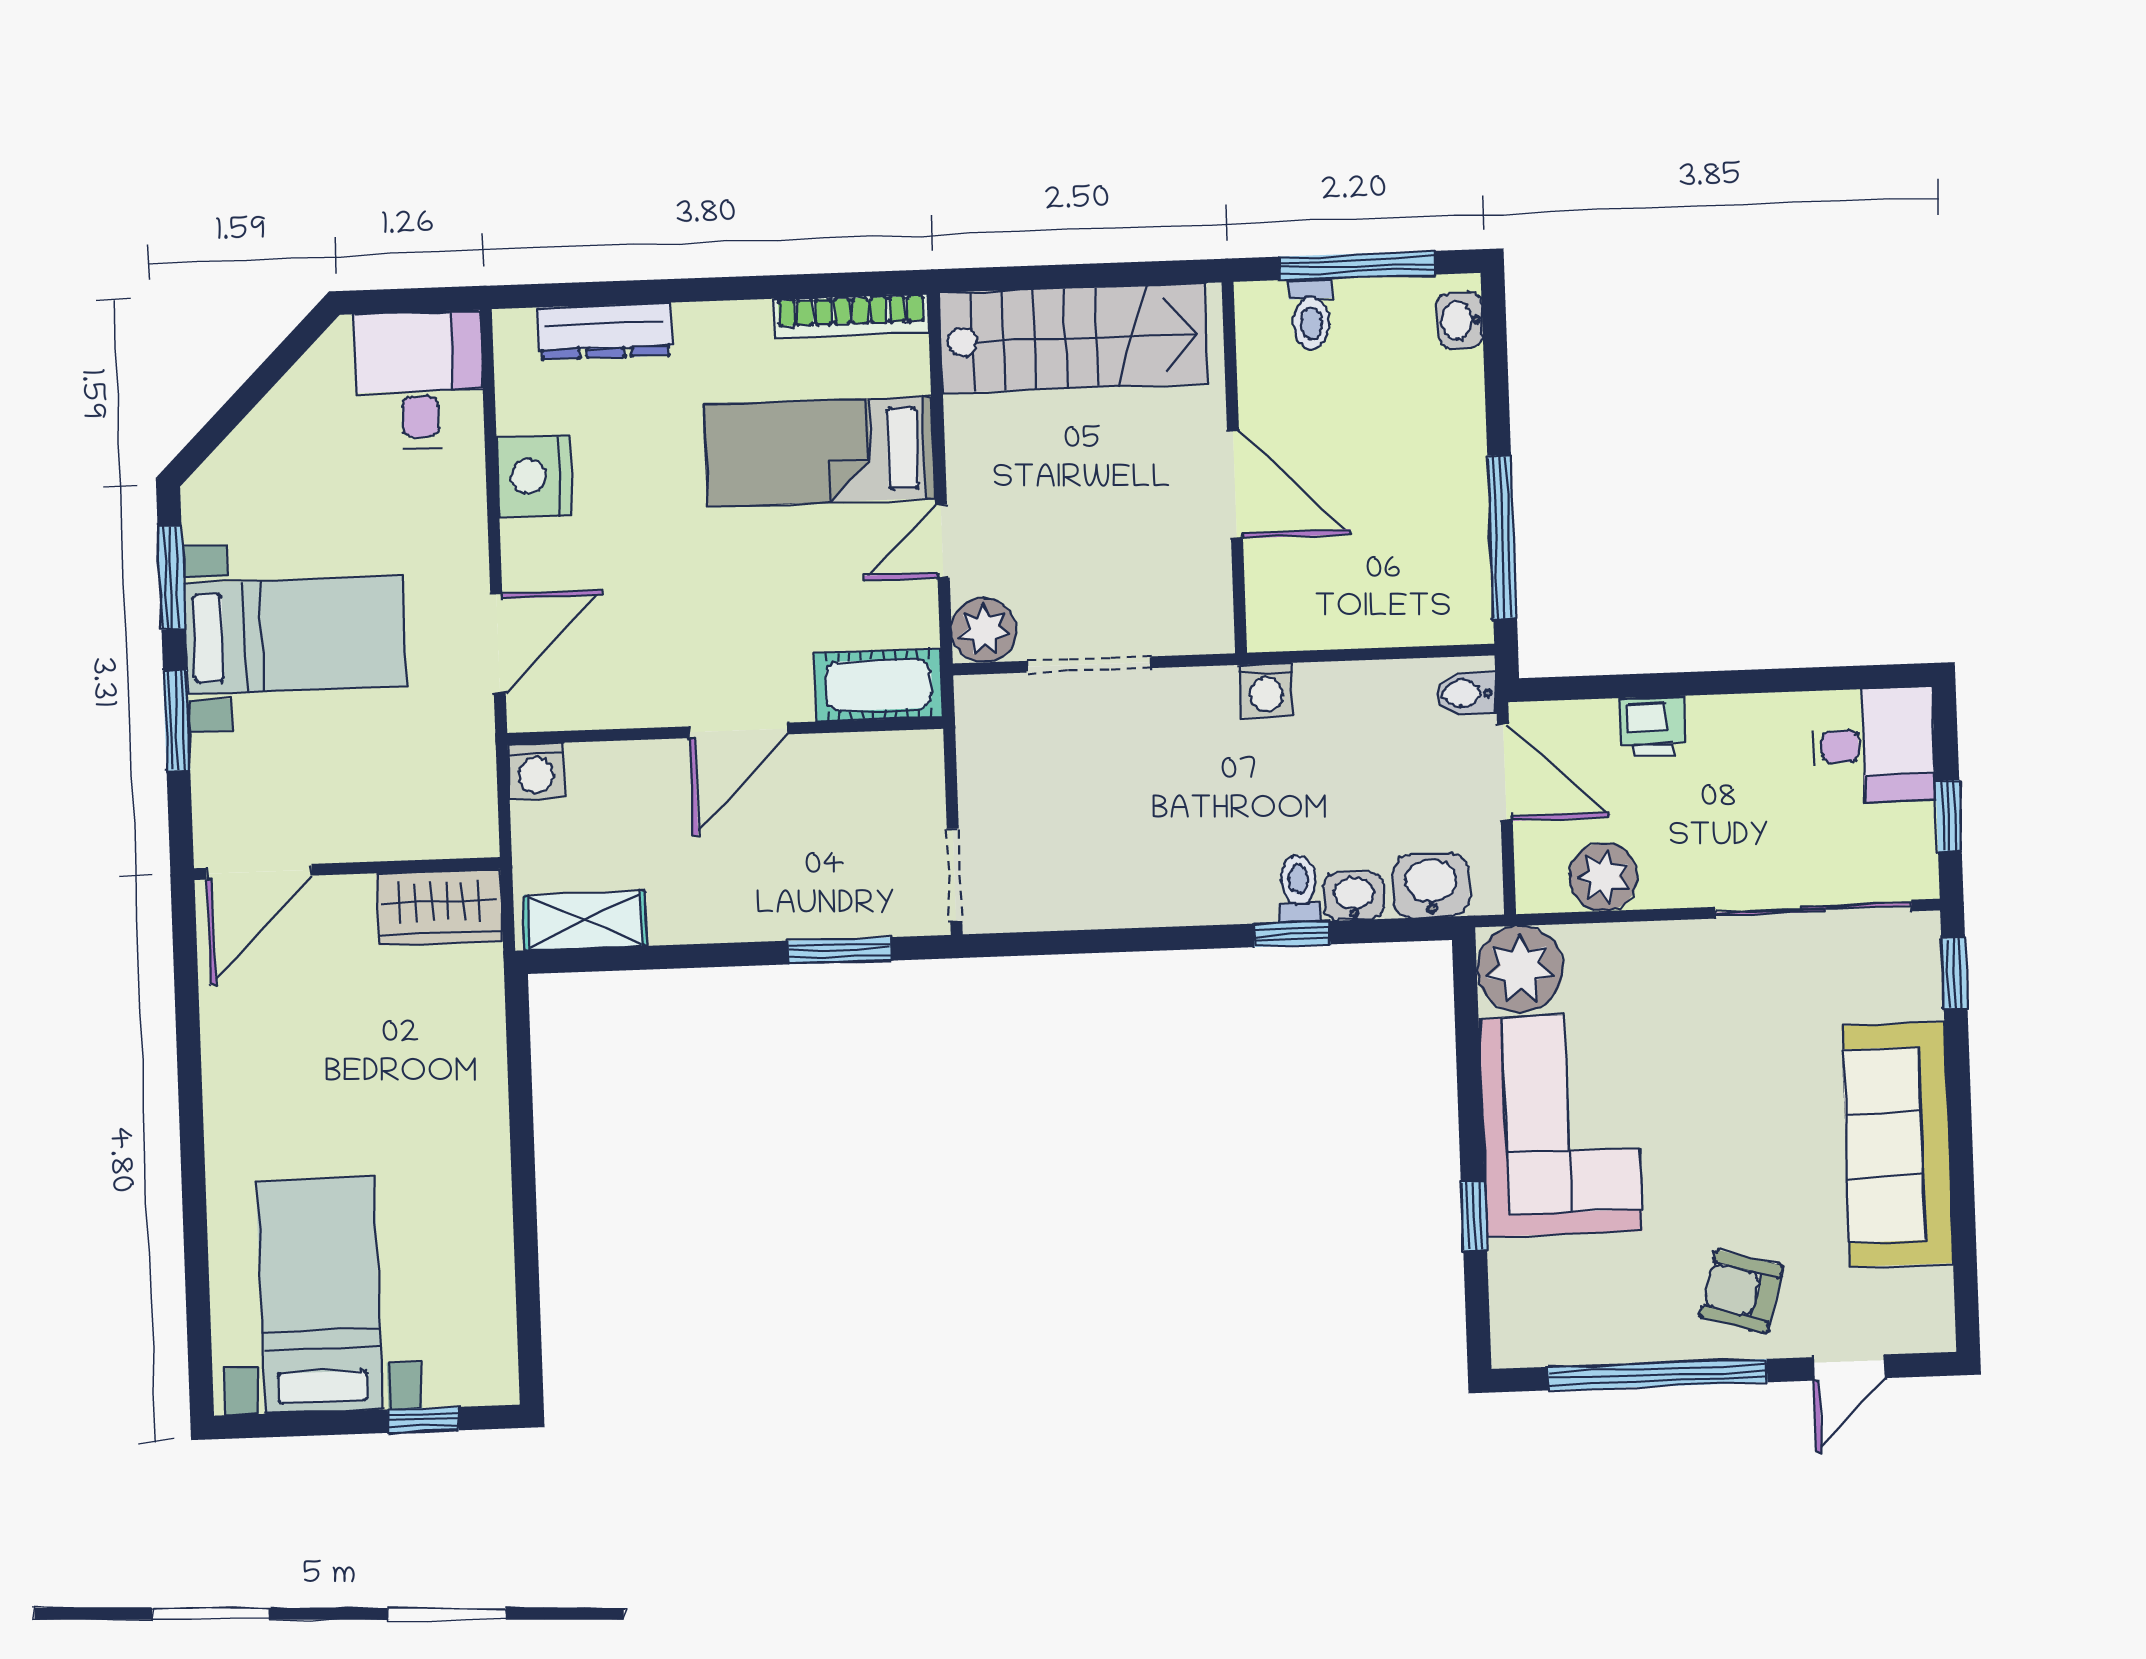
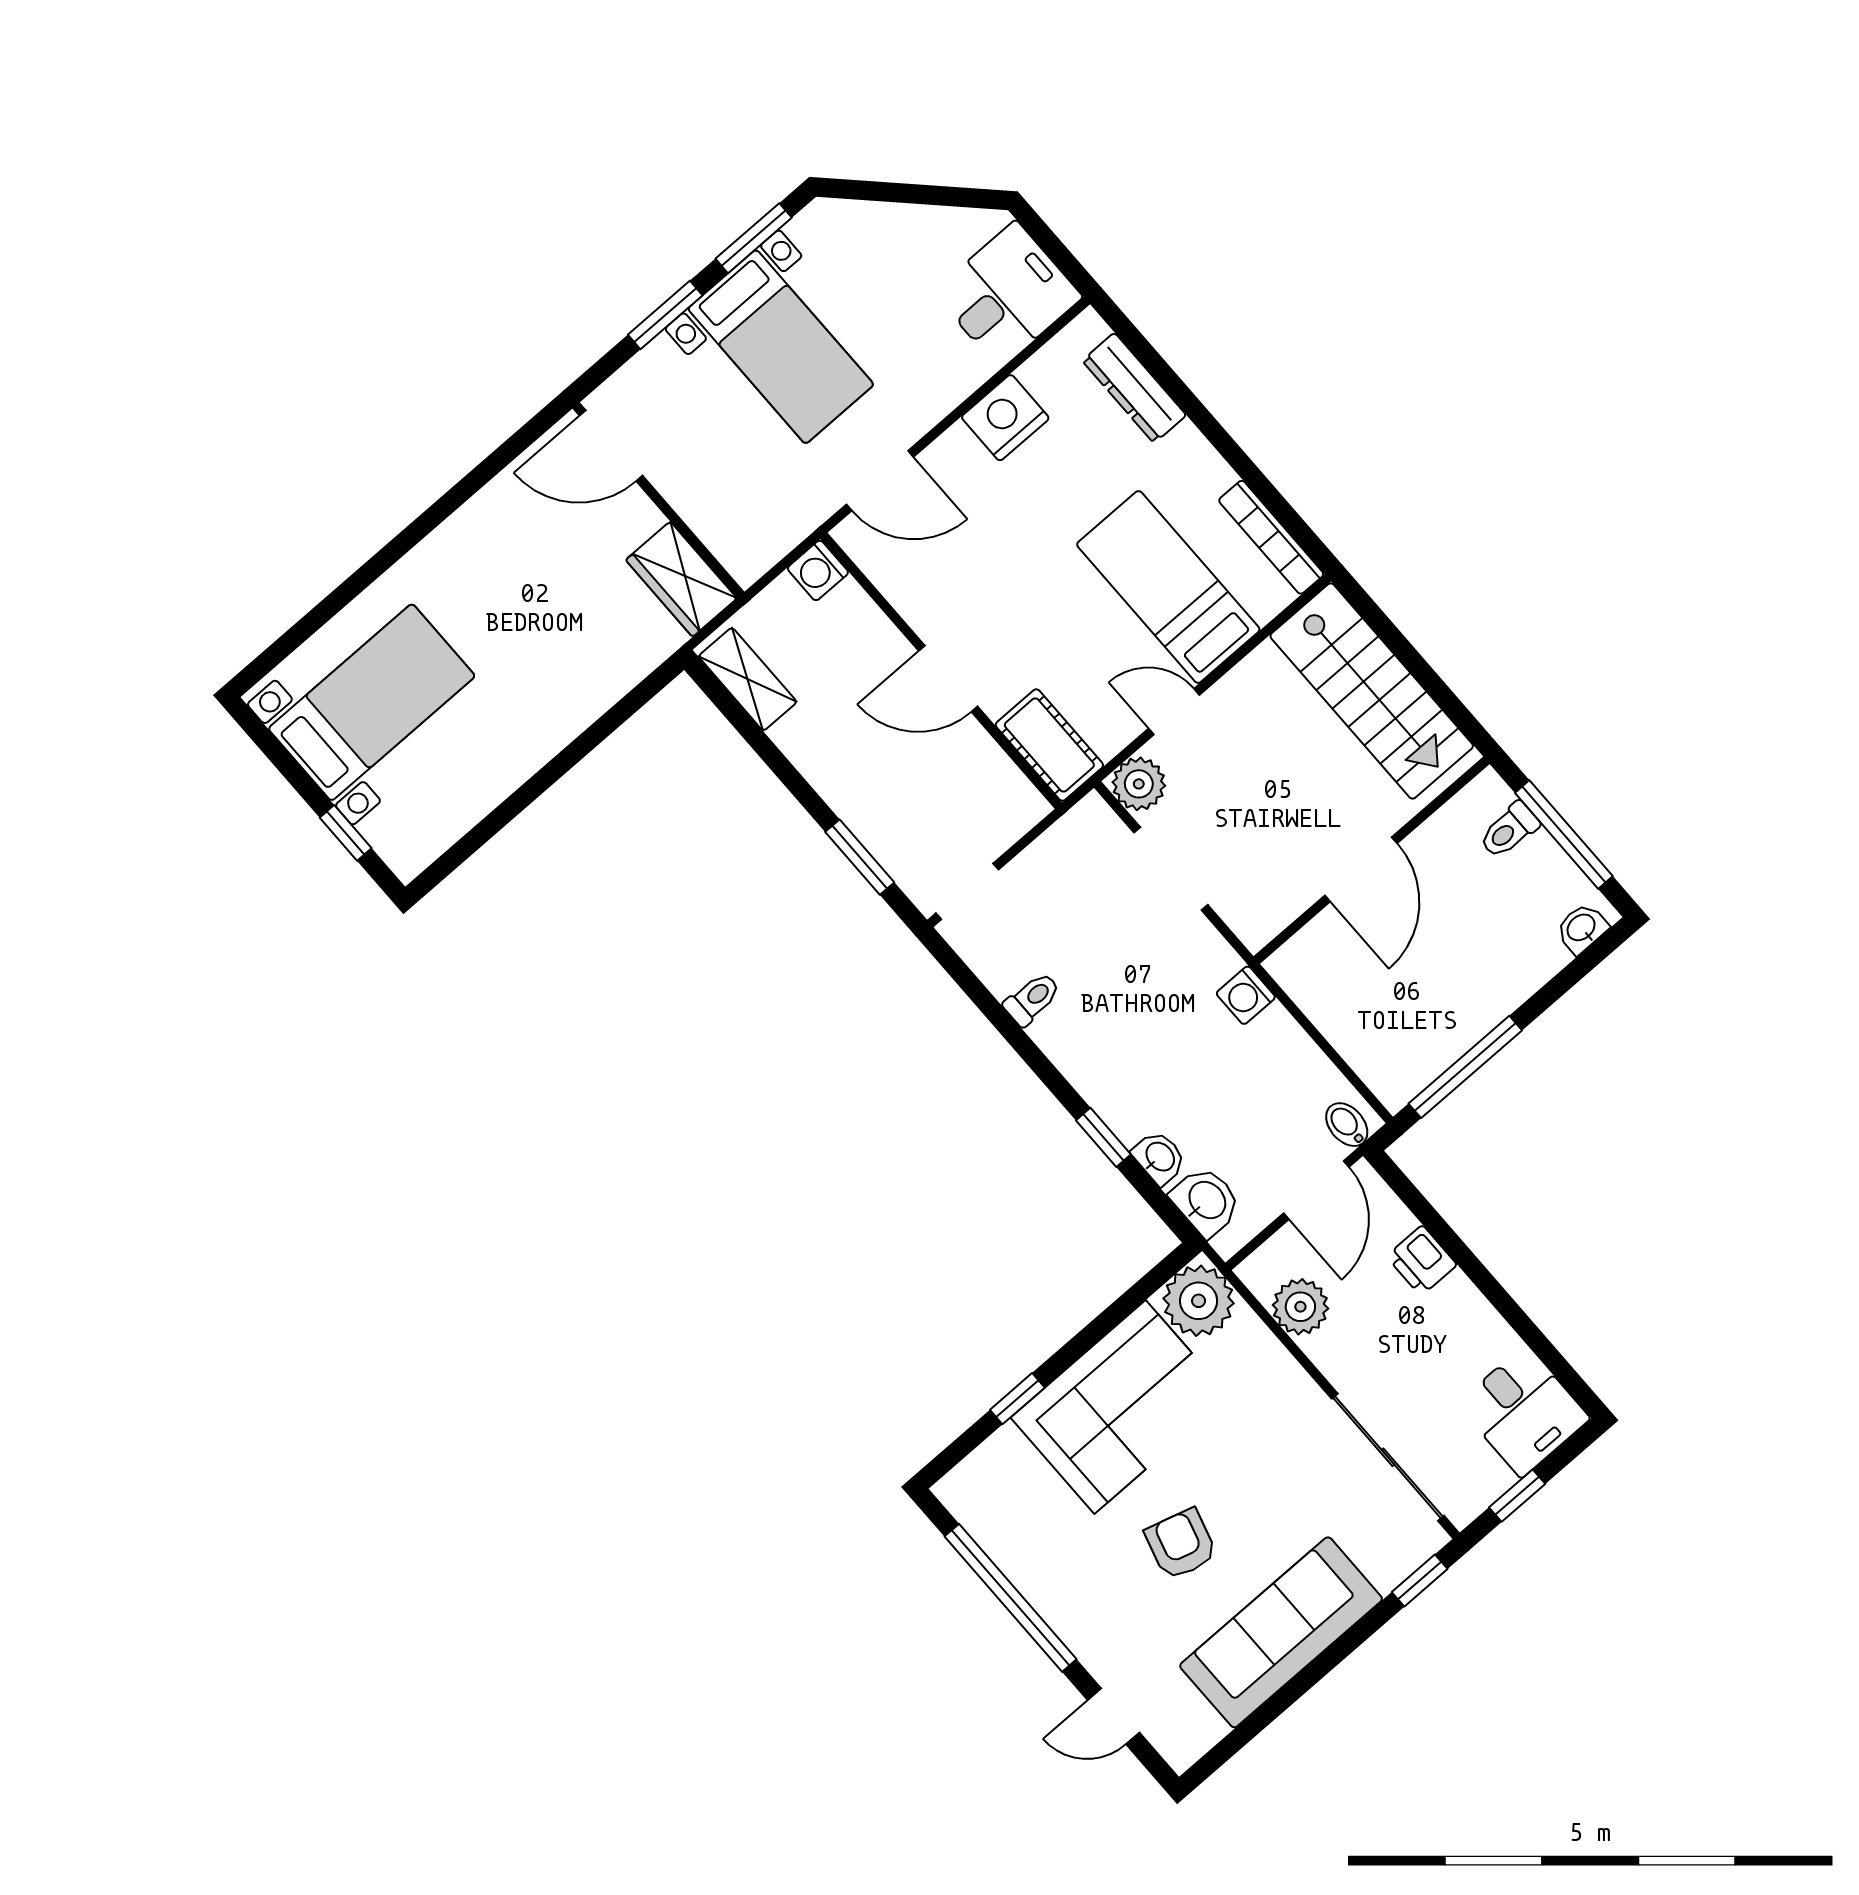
toilet: (1299, 889) -> (1032, 999), moved
armchair: (1741, 1292) -> (1181, 1544), moved

